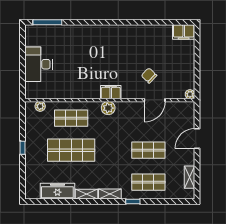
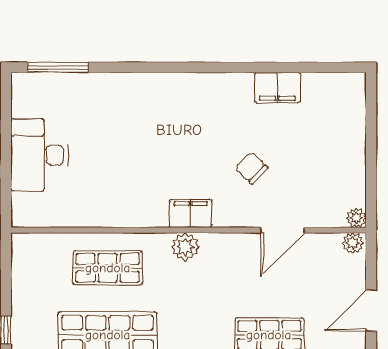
filing cabinet: (184, 32) -> (277, 88), moved
chair: (149, 76) -> (252, 168), moved
plant: (40, 106) -> (353, 243), moved

